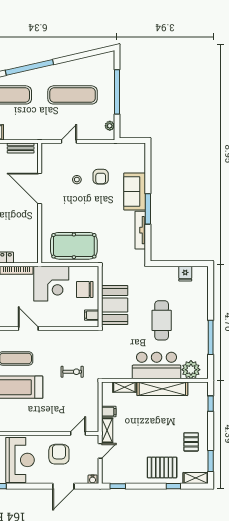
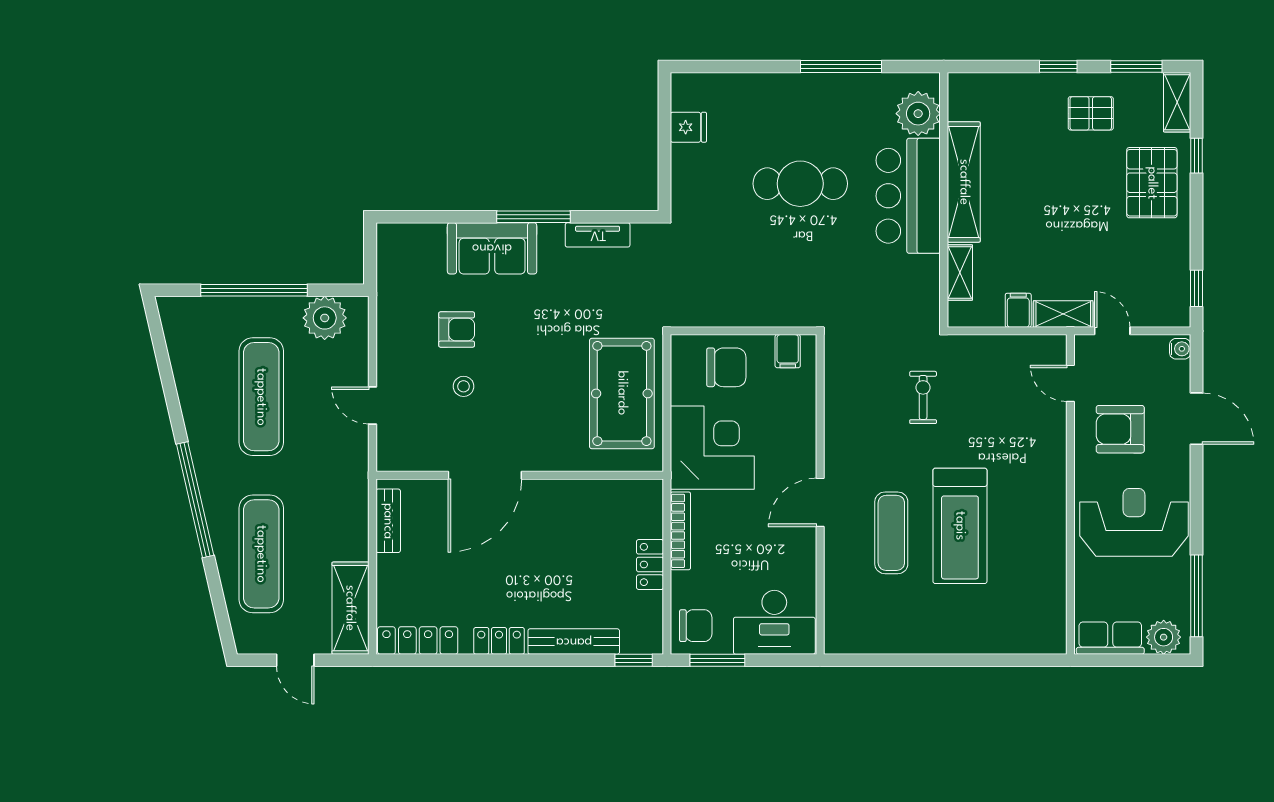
plant: (110, 126) -> (325, 318), width x1.88, depth x1.88
tv unit: (140, 230) -> (598, 235), width x0.71
chair: (85, 289) -> (726, 367), turned -90
booth: (115, 305) -> (763, 296), removed
window: (211, 404) -> (1058, 67), moved

